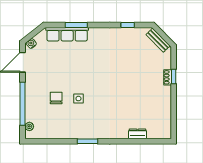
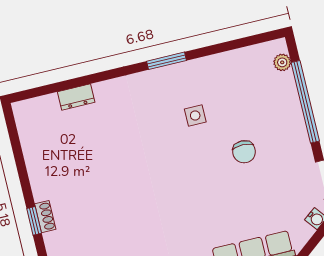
chair: (56, 98) -> (244, 152), moved
side table: (78, 99) -> (195, 116), moved

